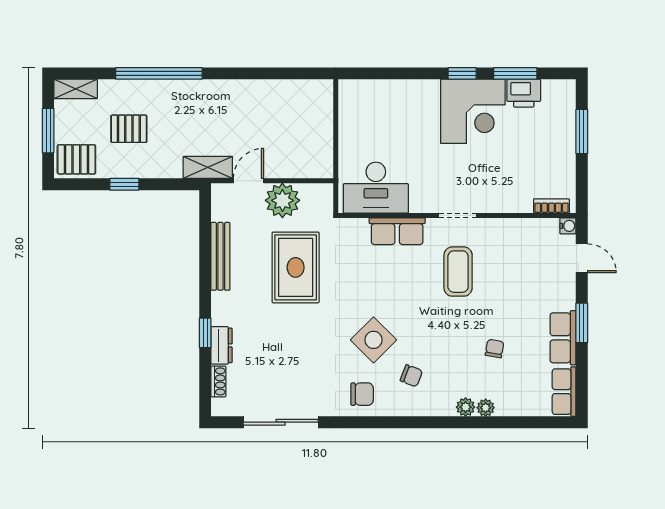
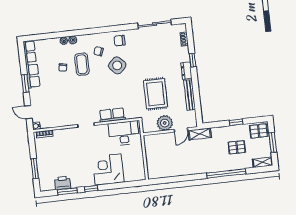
corner desk: (473, 111) -> (108, 170), moved
coffee table: (458, 272) -> (82, 64), moved
dresser: (222, 345) -> (186, 71), moved

